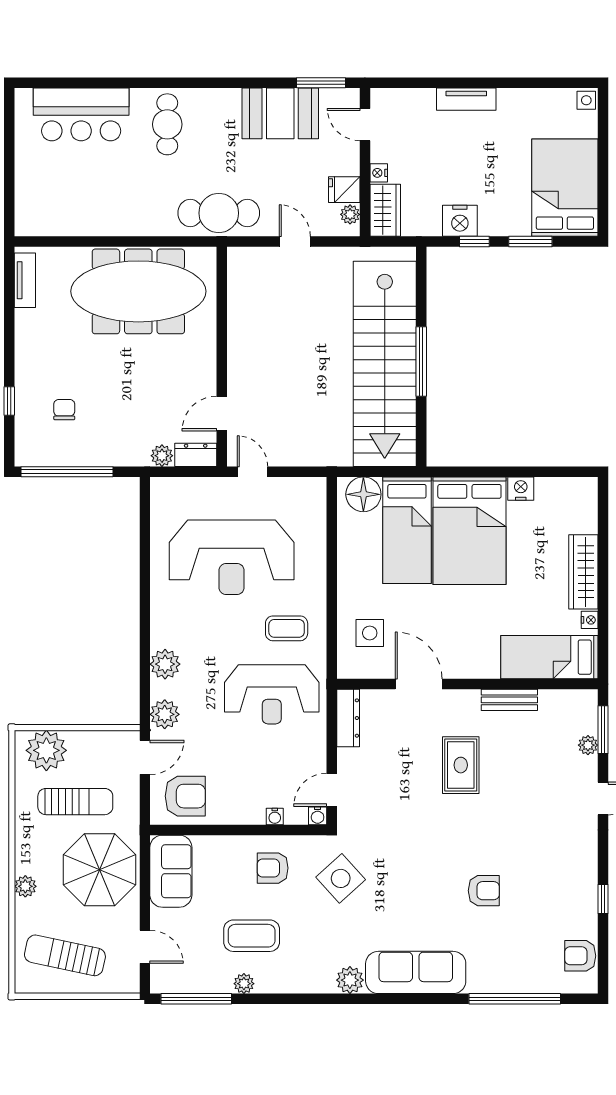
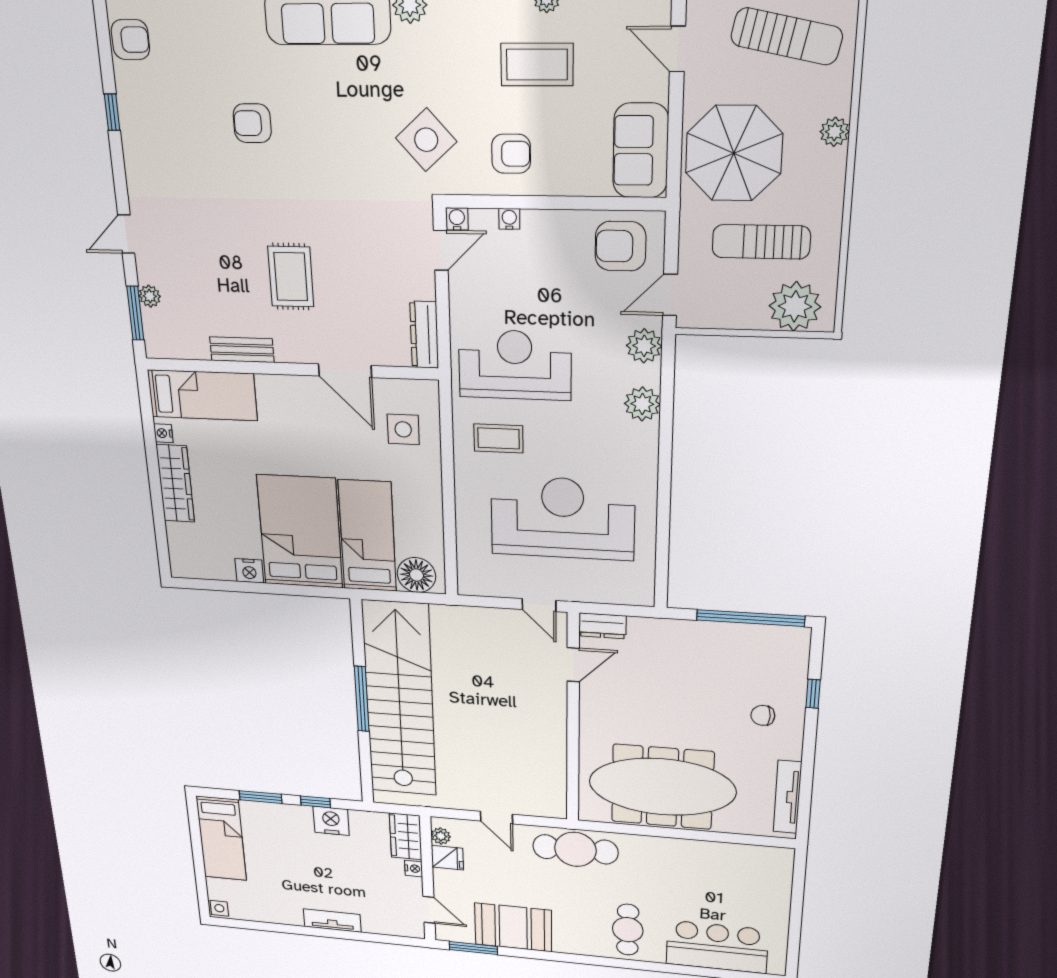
bed: (565, 188) -> (221, 838), width x0.67
tv unit: (25, 280) -> (787, 797), width x1.41
chair: (64, 410) -> (763, 715), moved, turned 90
plant: (162, 456) -> (641, 628), removed

